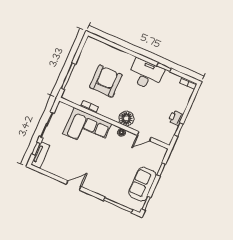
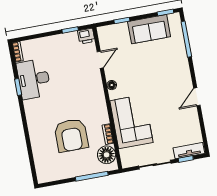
desk: (146, 74) -> (34, 79), moved
armchair: (106, 81) -> (71, 135), turned -90
floor lamp: (126, 118) -> (107, 155), moved
printer: (176, 118) -> (86, 36), moved
door: (144, 136) -> (100, 60), hinge flipped
door: (74, 185) -> (197, 97), hinge flipped

